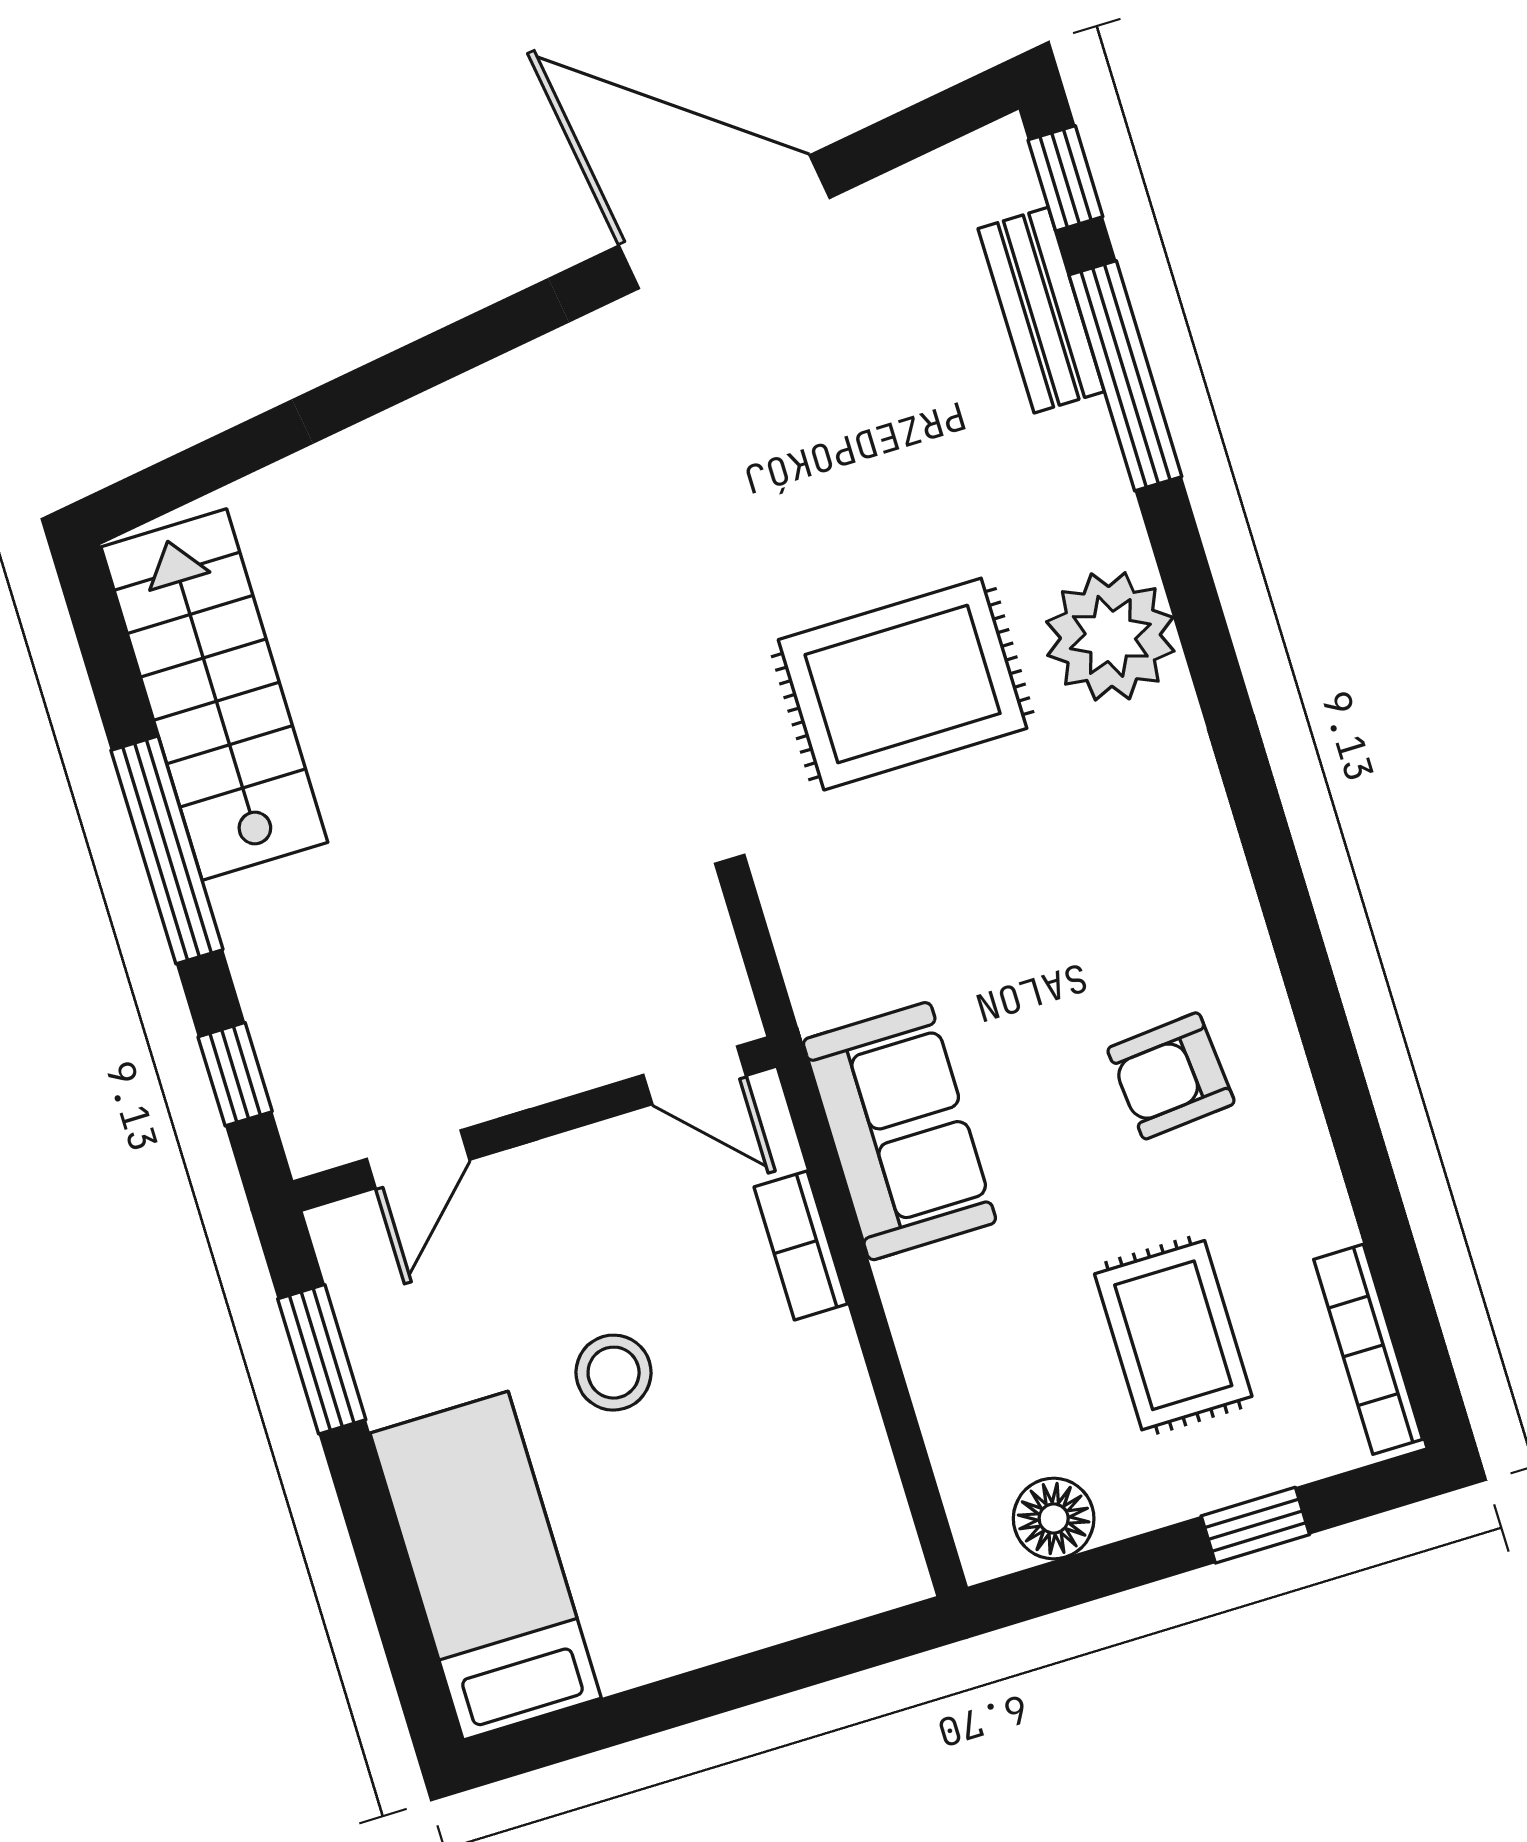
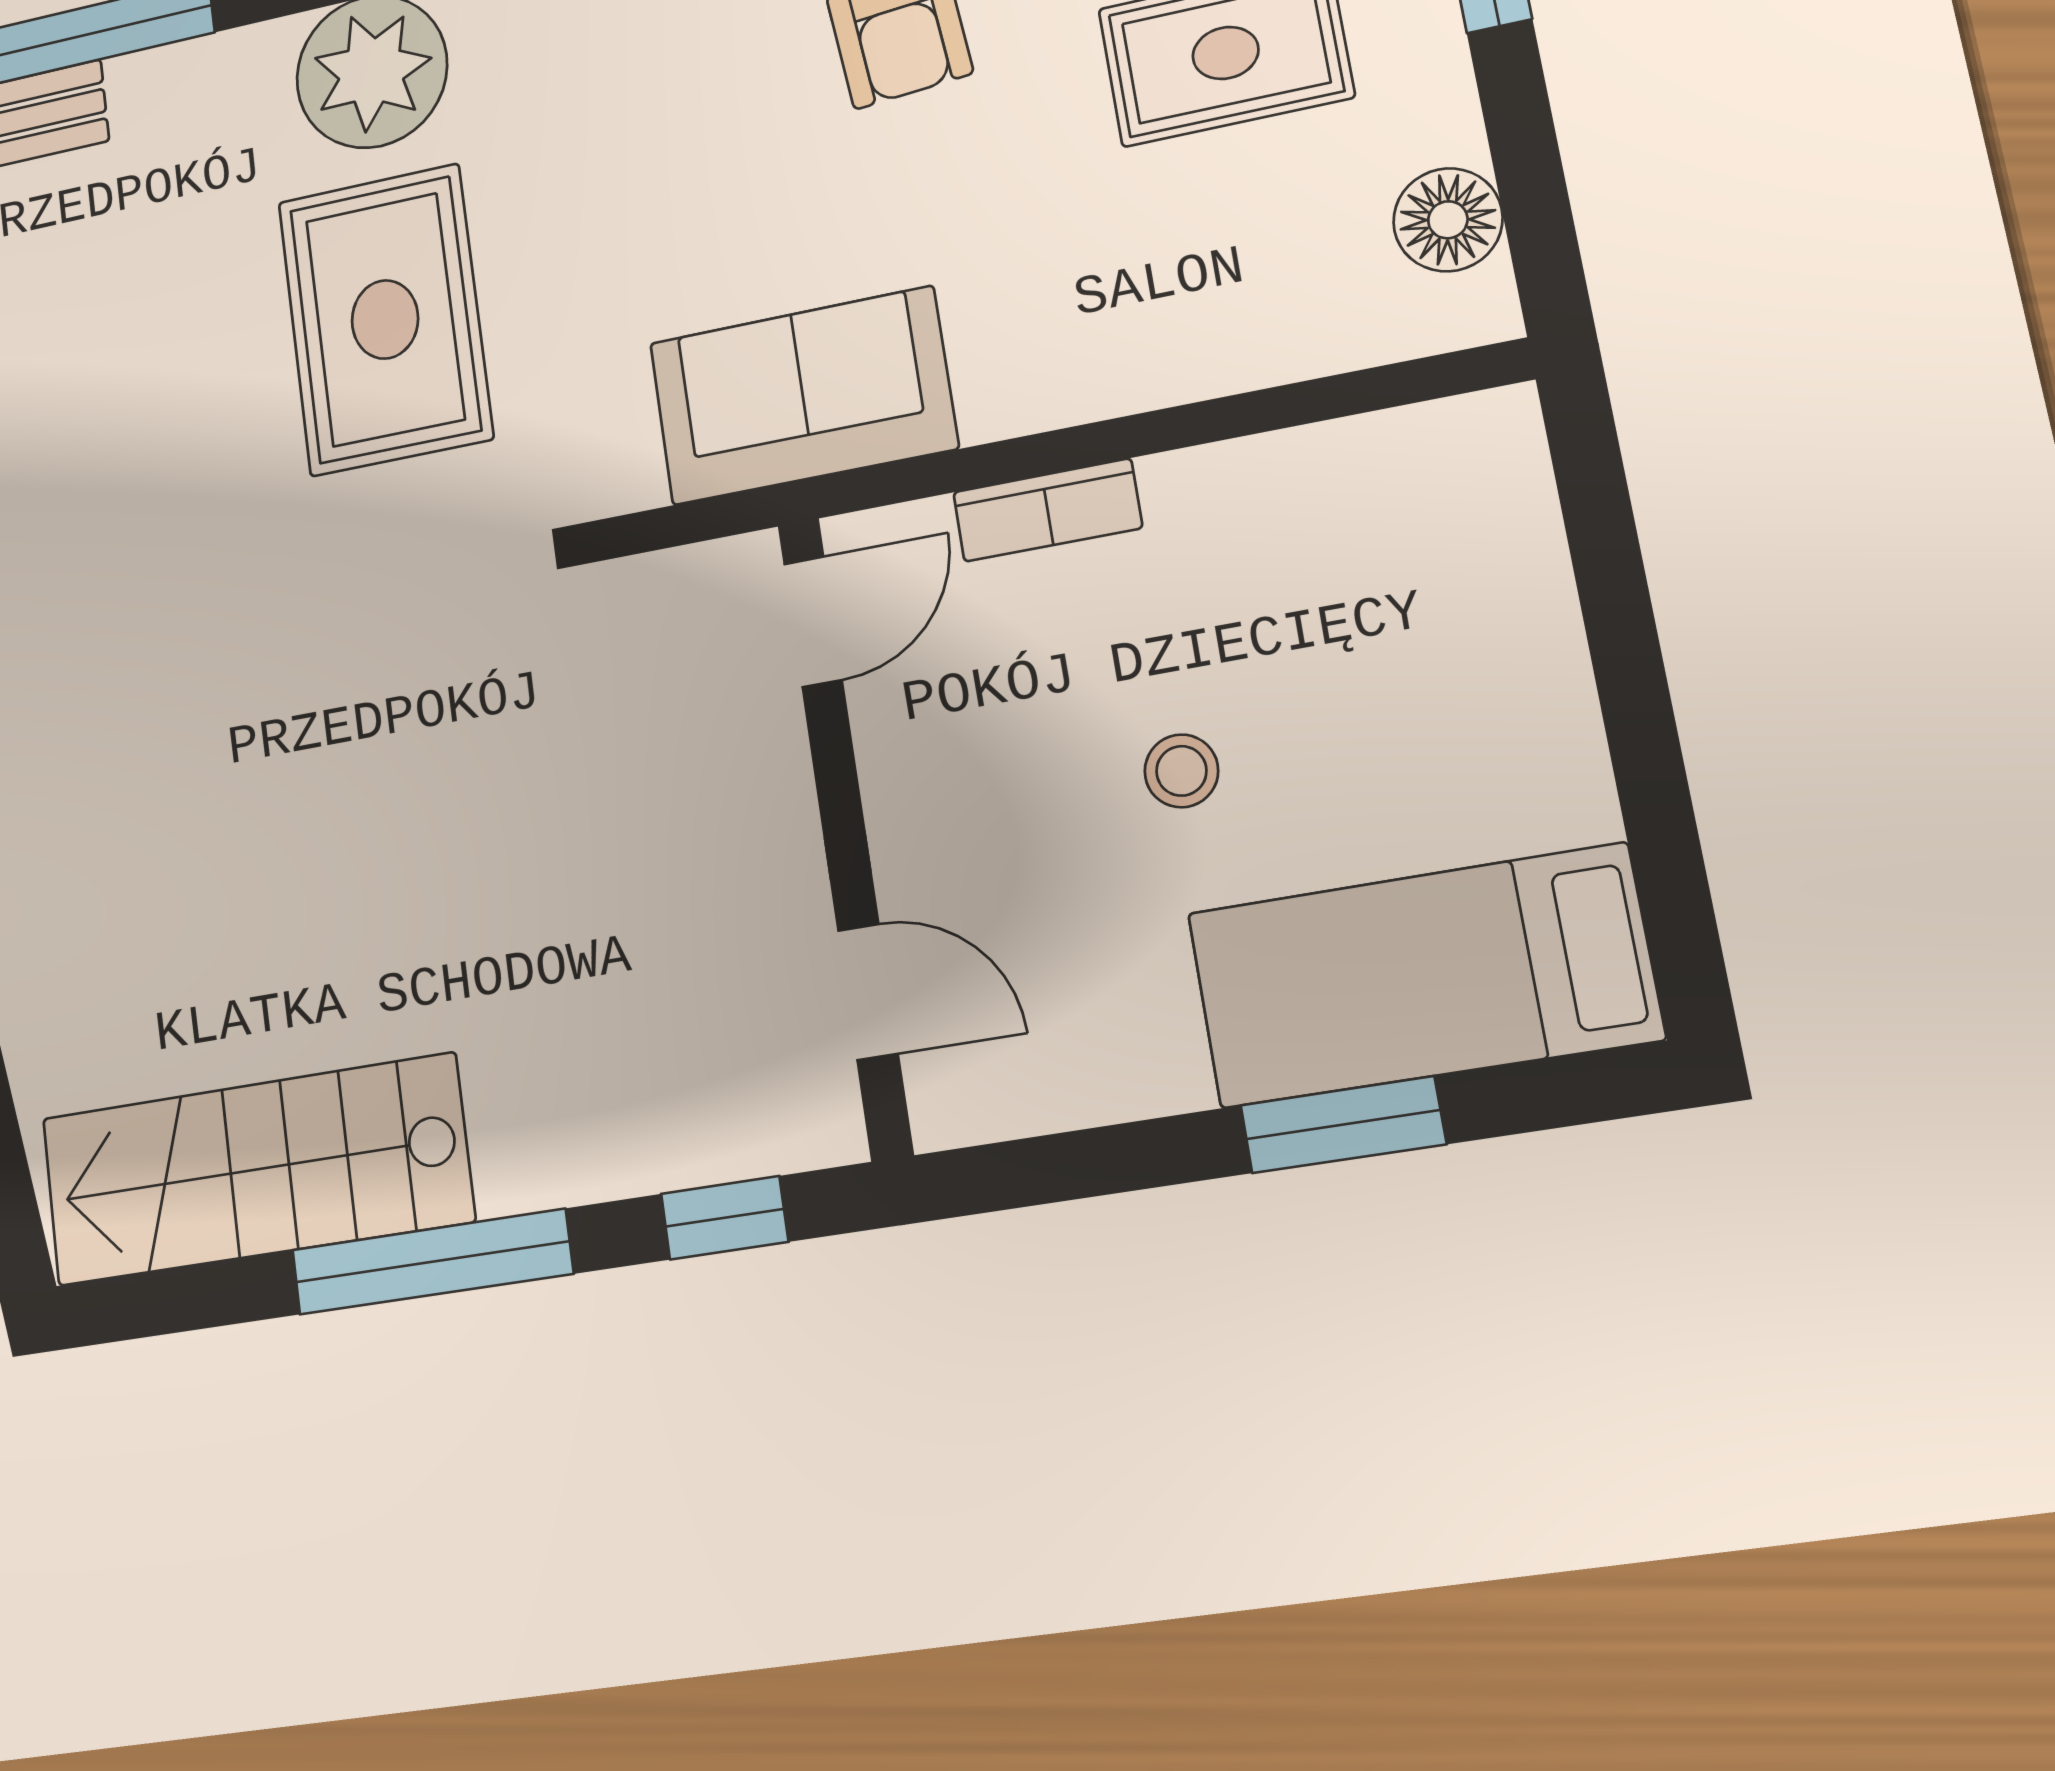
sofa: (899, 1131) -> (803, 396), moved
window: (322, 1359) -> (1343, 1125), moved
stool: (614, 1373) -> (1181, 771), width x0.73, depth x0.73

